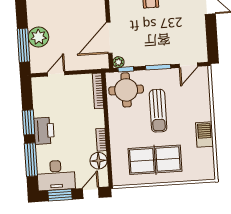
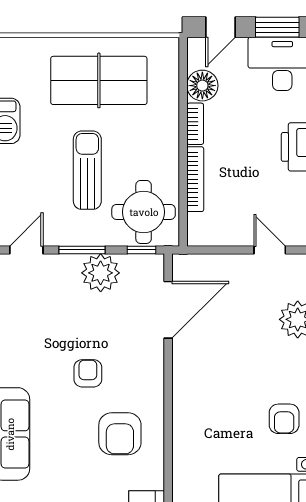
plant: (118, 62) -> (101, 273), moved, width x1.88, depth x1.88
door: (56, 74) -> (270, 250), swing flipped
bookcase: (98, 91) -> (195, 179), moved

